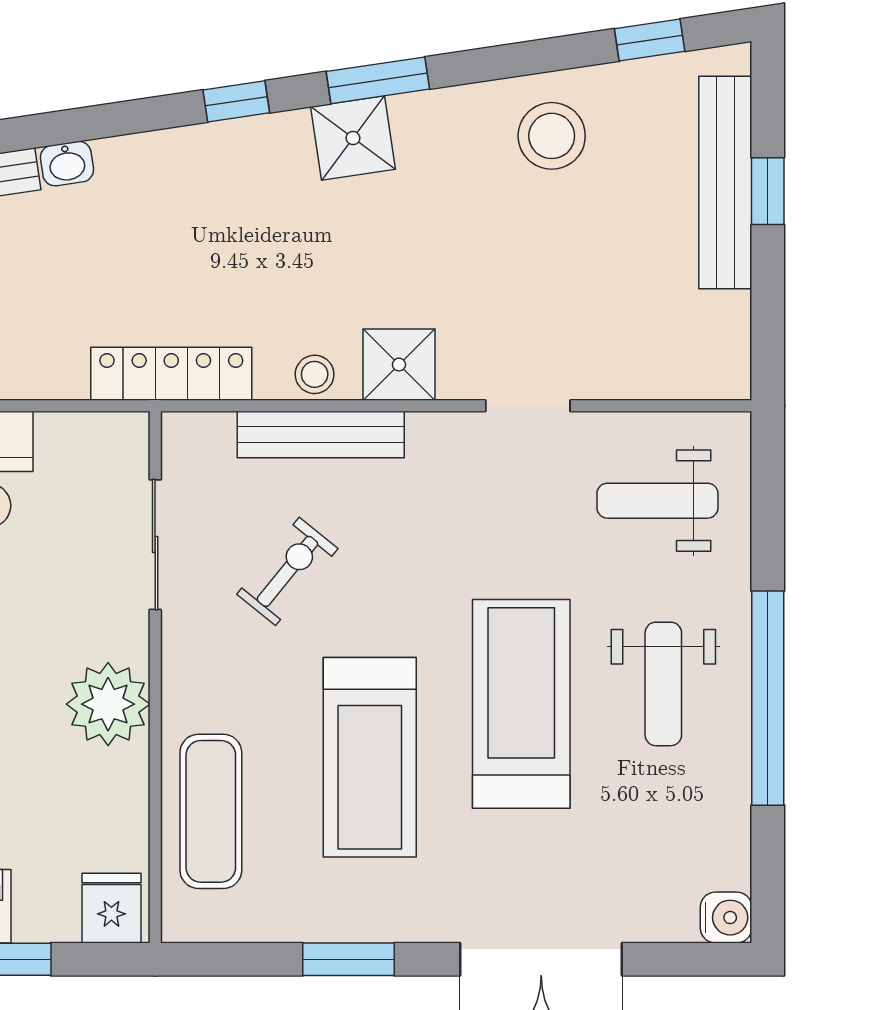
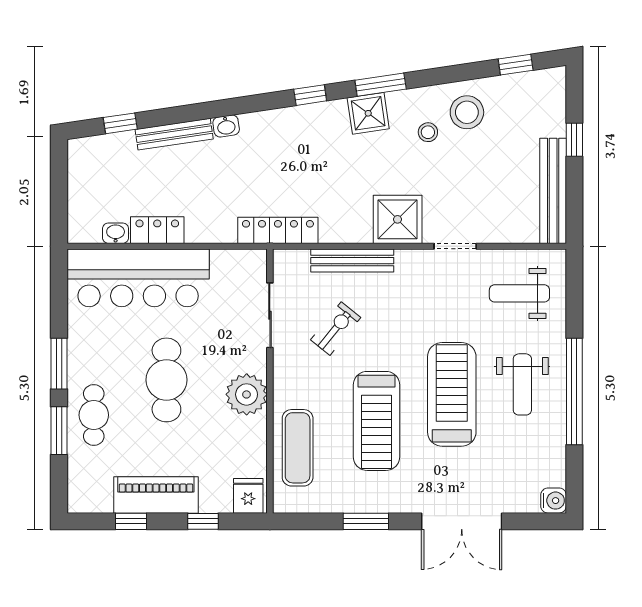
bench: (725, 183) -> (553, 191), moved
shower: (399, 365) -> (398, 219), width x1.36, depth x1.36
stool: (315, 374) -> (428, 132), moved

